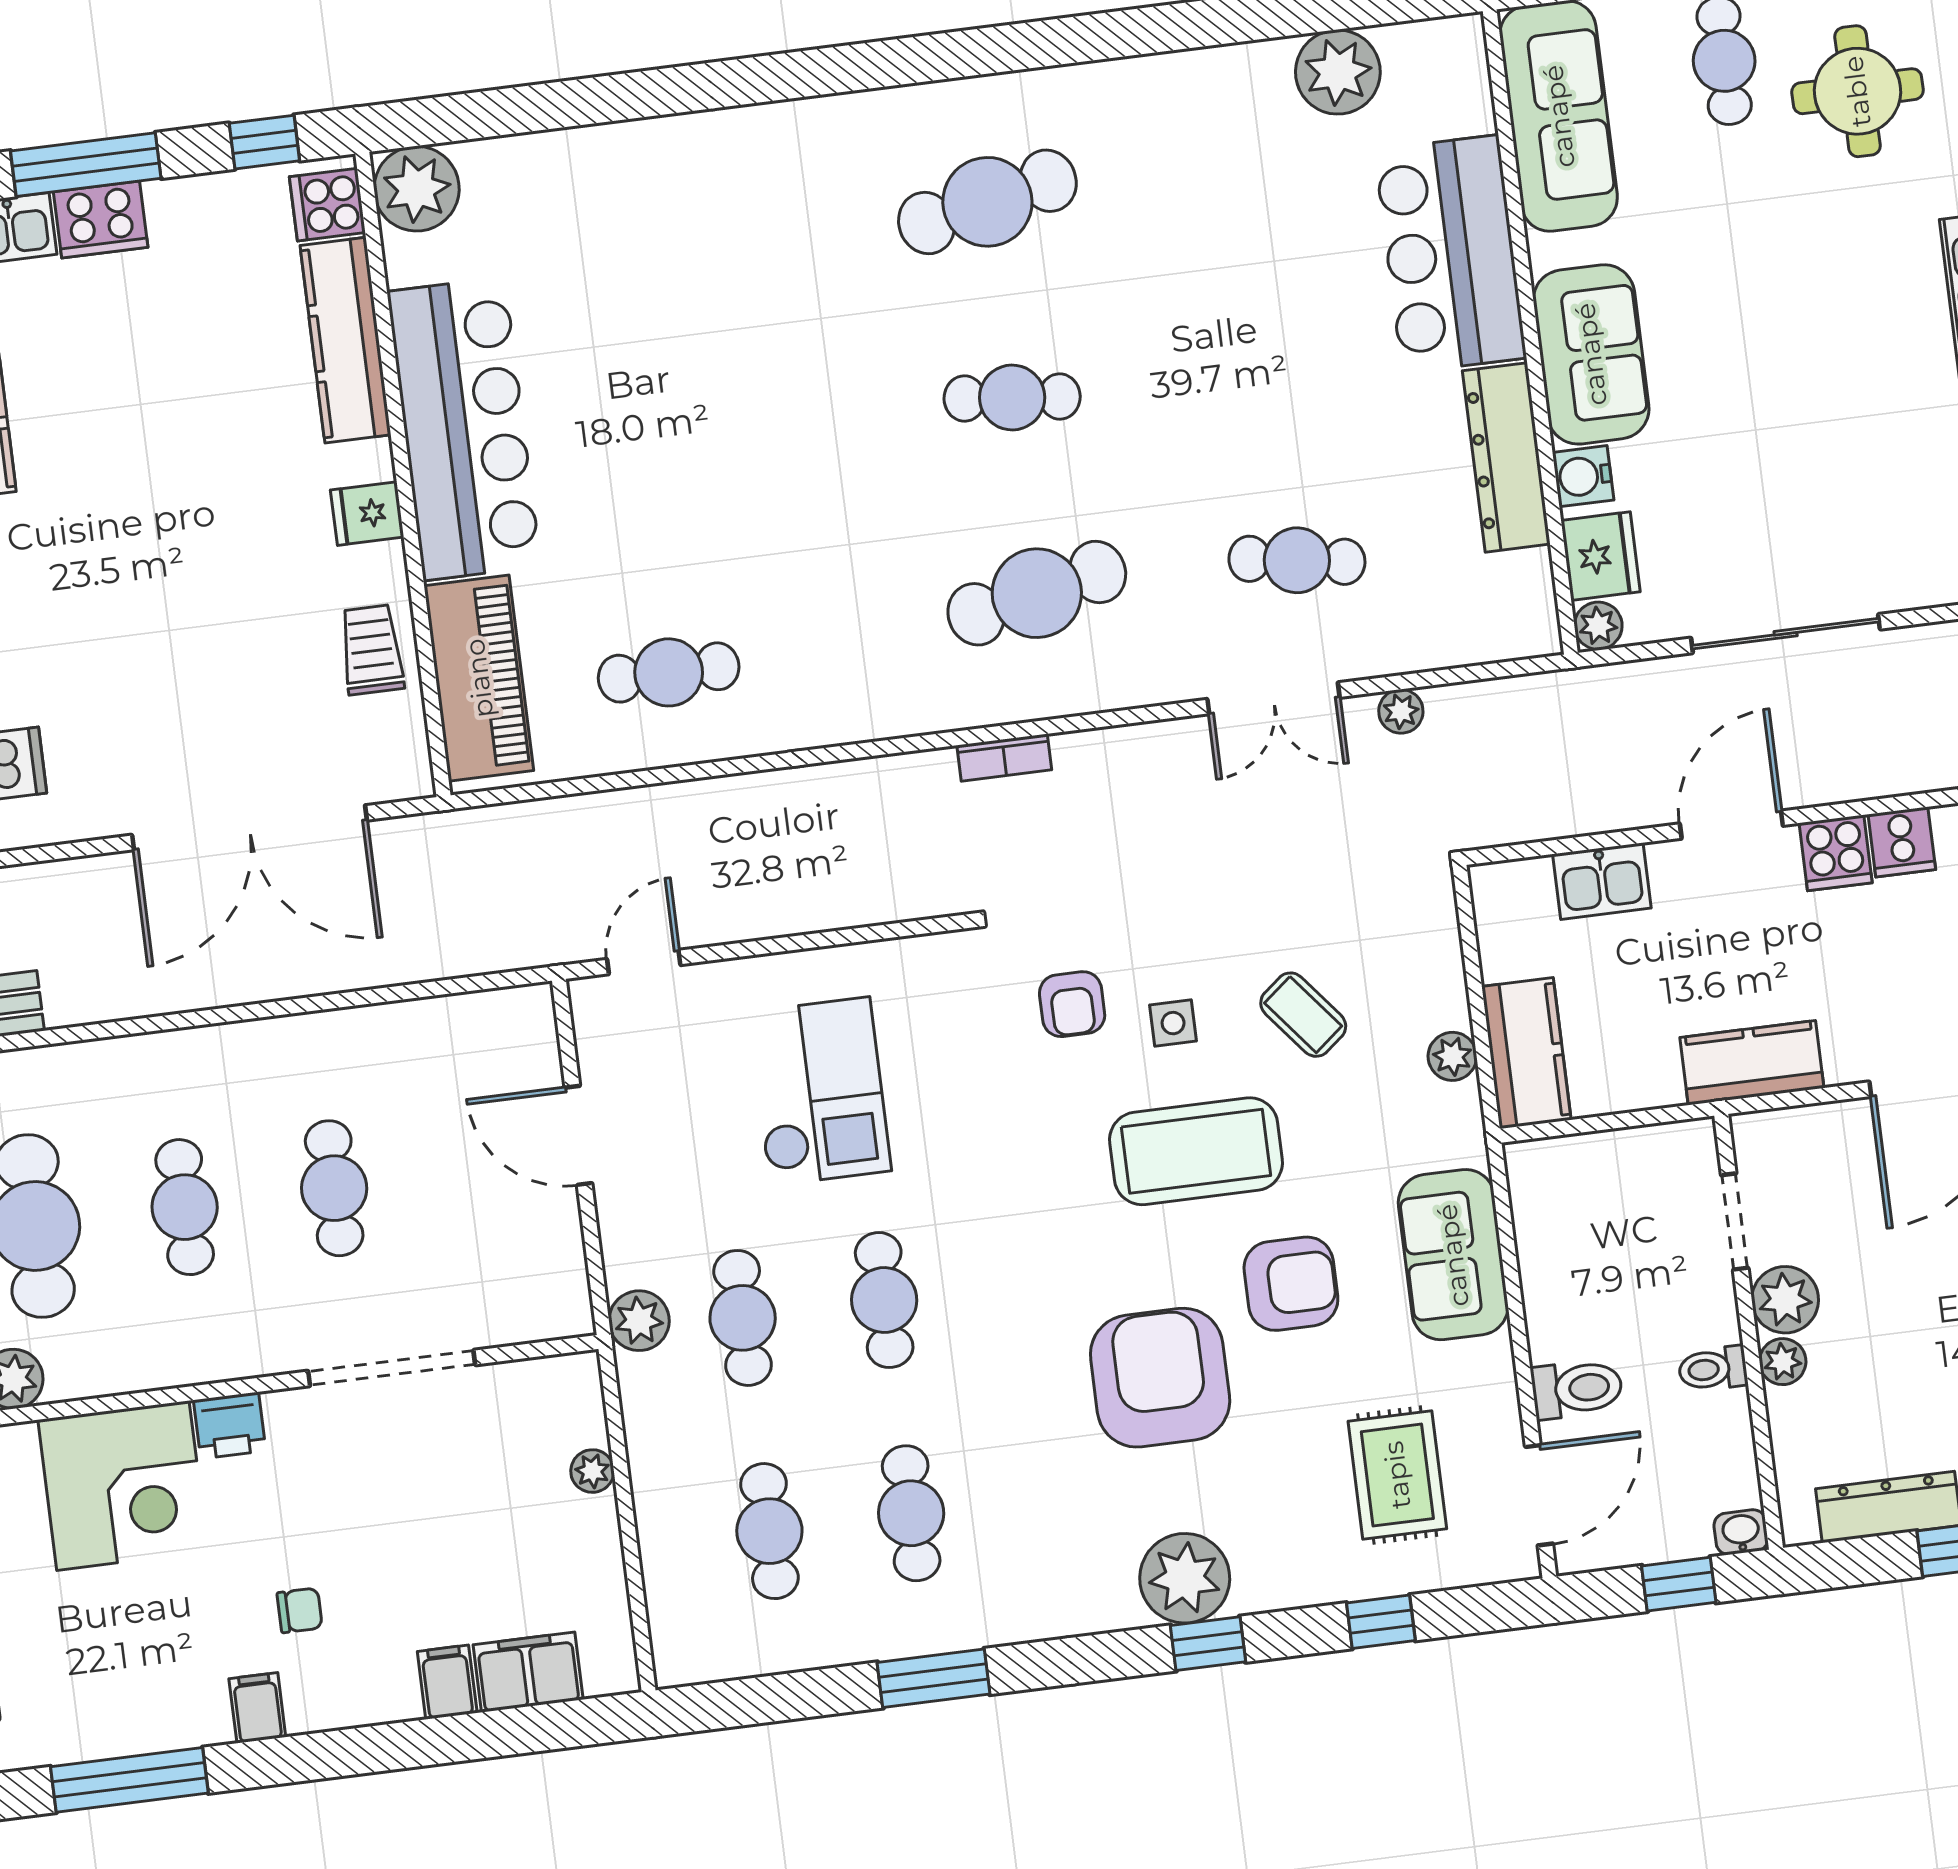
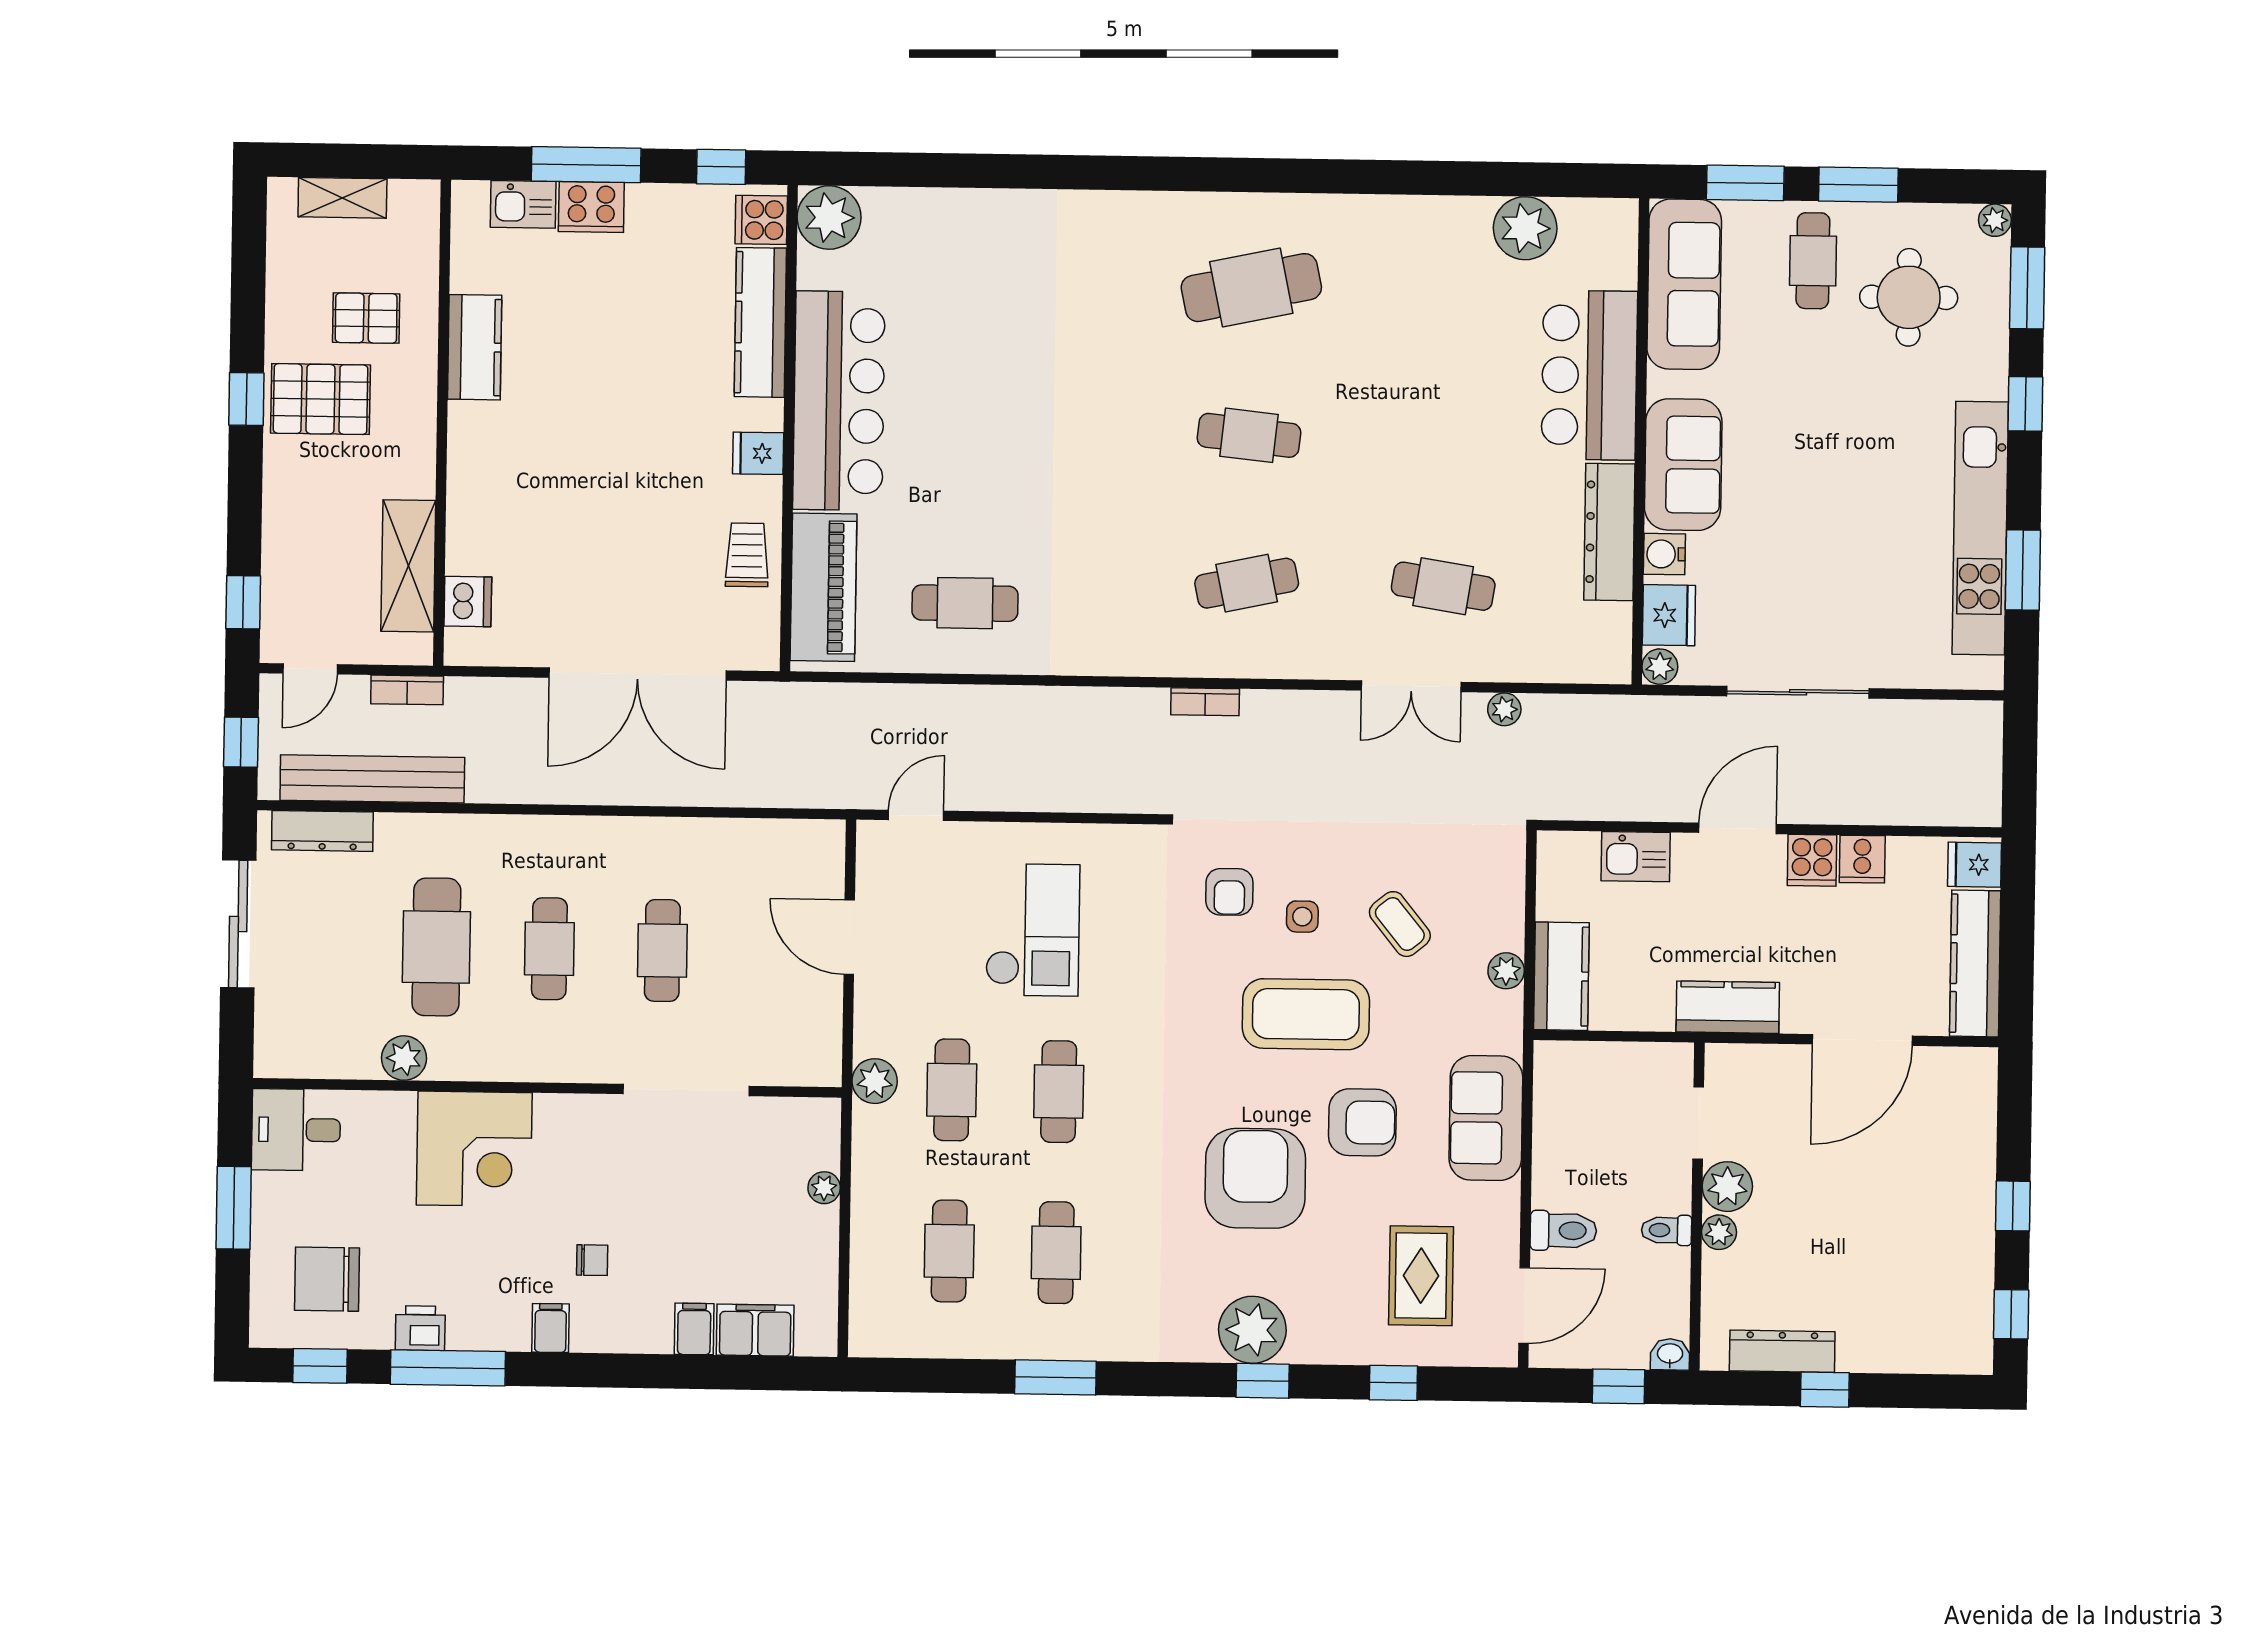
cafe table: (1037, 593) -> (1247, 583), width x0.73, depth x0.74
printer: (230, 1425) -> (420, 1328), moved, turned 180

